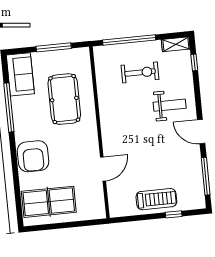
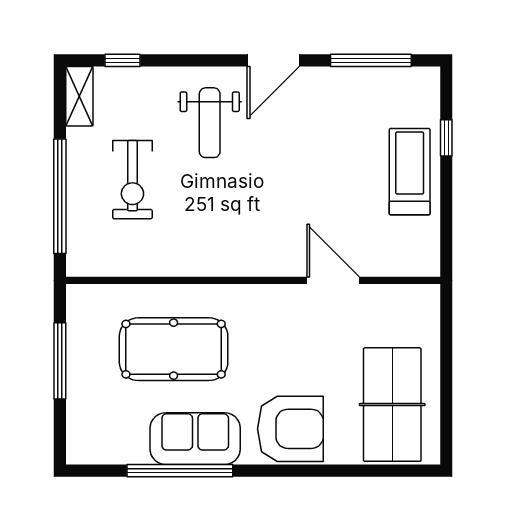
exercise bike: (140, 72) -> (132, 180), turned 180
sofa: (20, 74) -> (195, 439), moved
weight bench: (170, 105) -> (210, 123), turned 180

